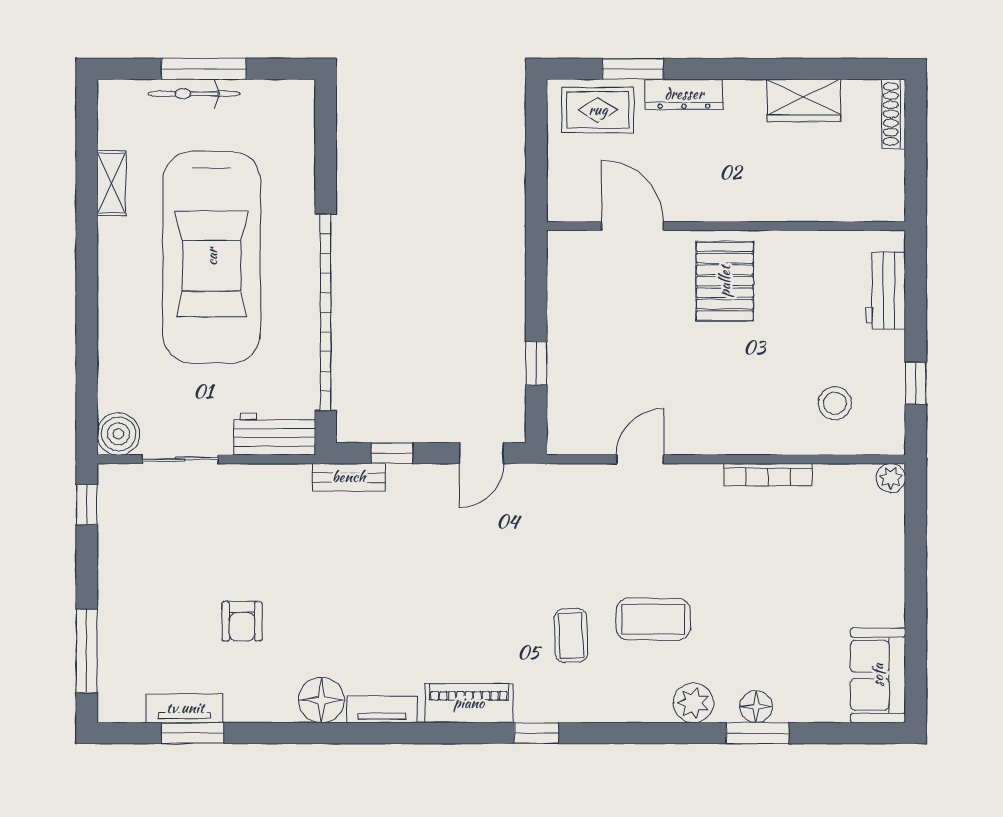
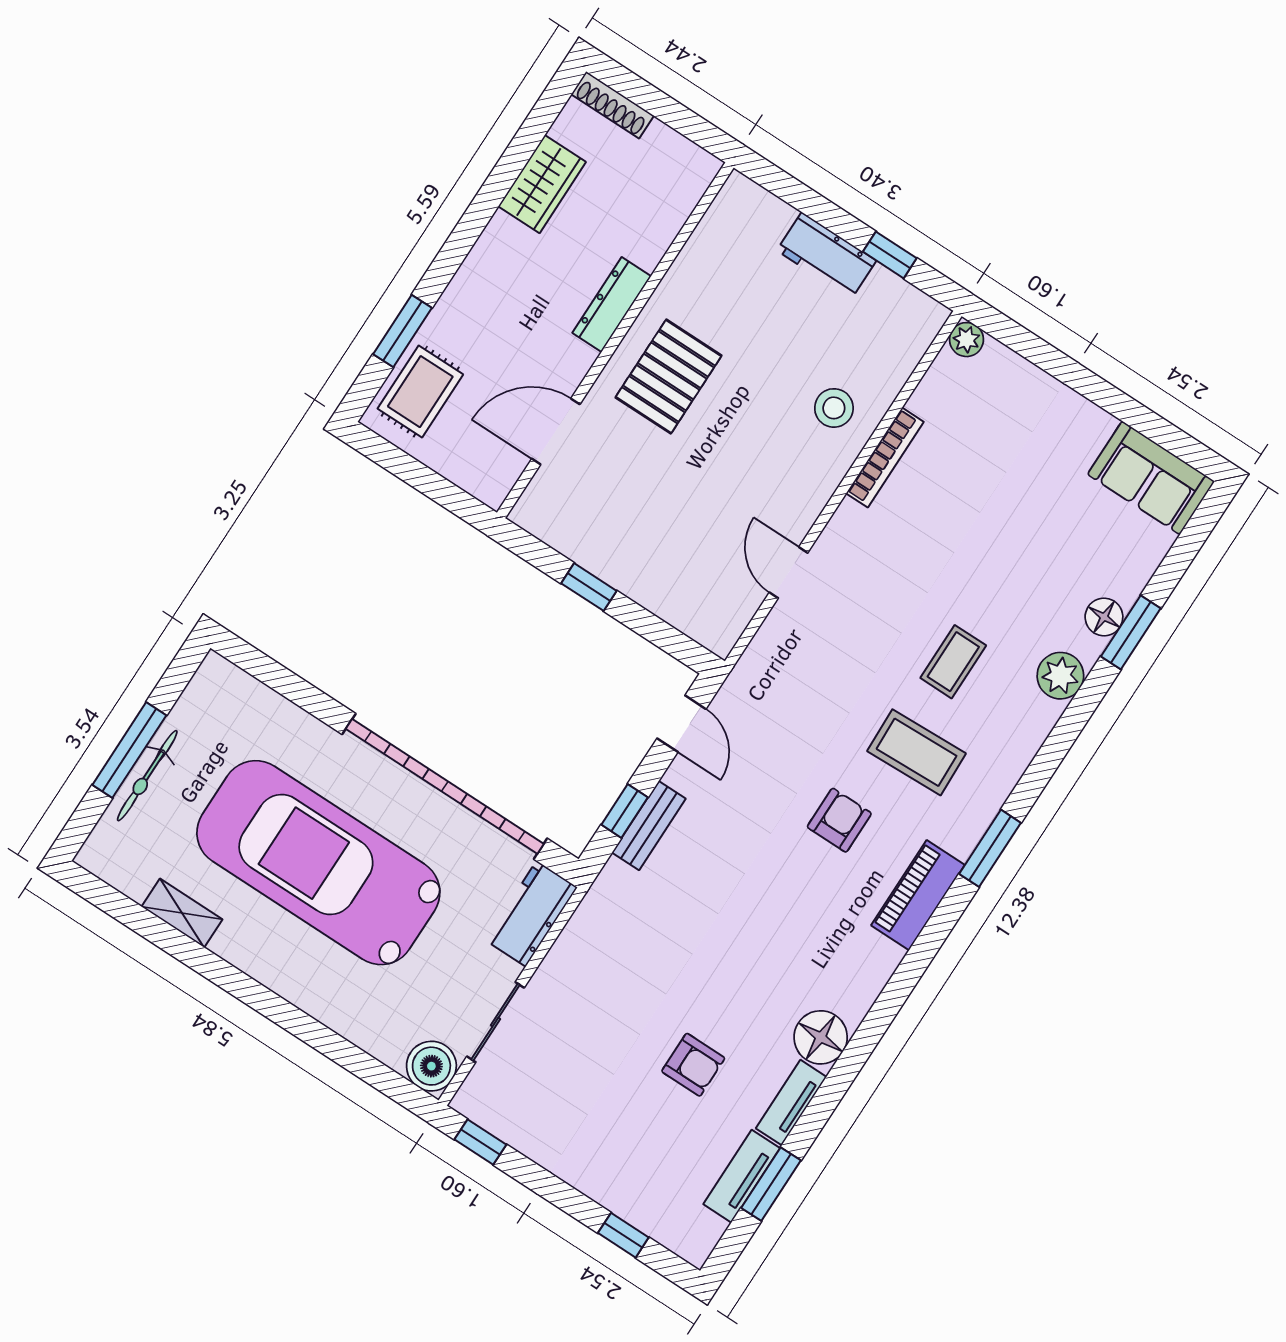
dresser: (684, 94) -> (612, 305), moved, turned 180
car: (212, 257) -> (318, 863), turned 180
pallet: (725, 281) -> (669, 376), turned 90
workbench: (886, 291) -> (826, 256), moved
window: (536, 363) -> (589, 587), moved
stool: (835, 403) -> (834, 408), moved
bench: (349, 477) -> (649, 826), moved
armchair: (486, 612) -> (839, 820), added
coffee table: (653, 619) -> (953, 662), width x0.73, depth x0.77
coffee table: (571, 635) -> (917, 752), width x1.36, depth x1.30
window: (87, 651) -> (623, 1235), width x0.46
tv unit: (382, 709) -> (791, 1103), moved
window: (536, 733) -> (990, 848), width x1.50

